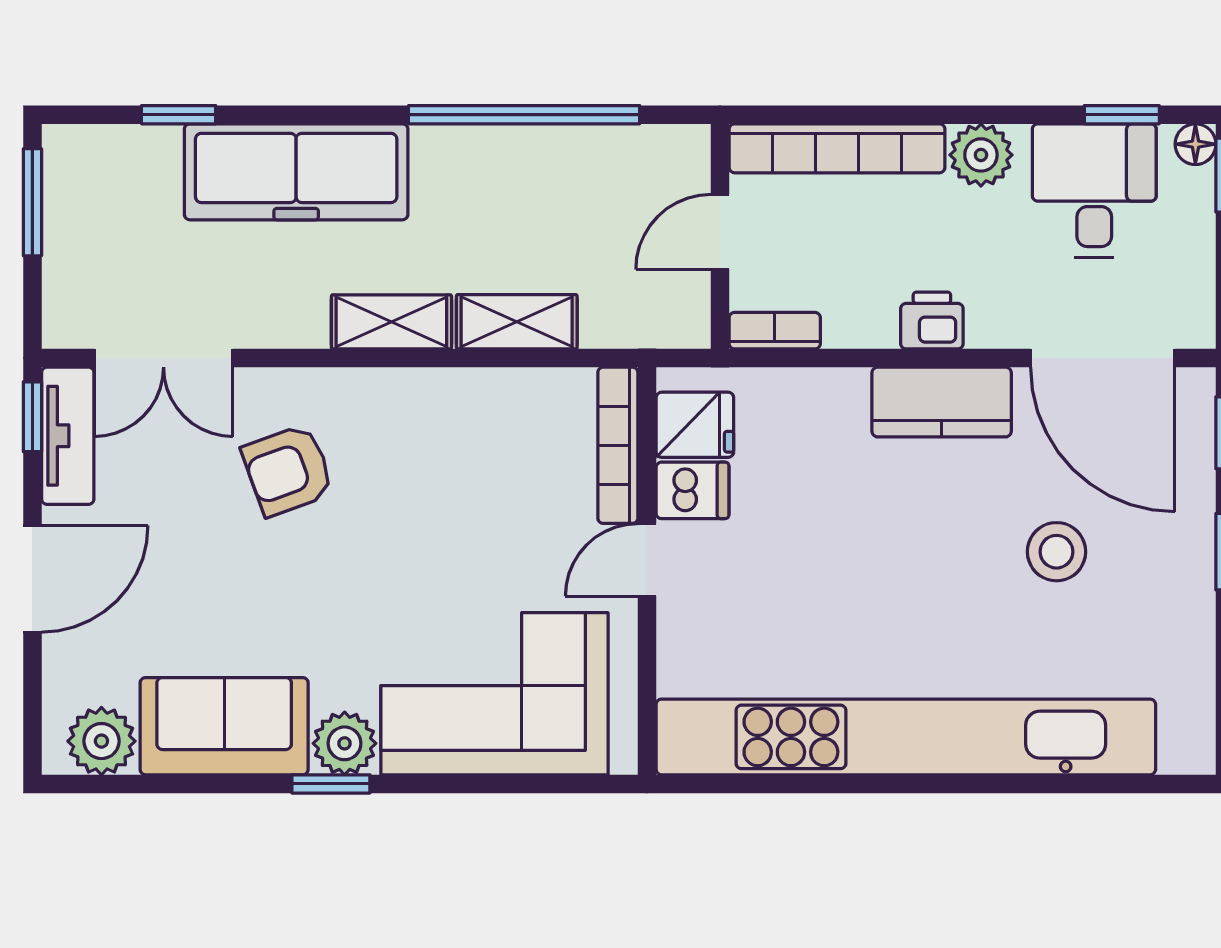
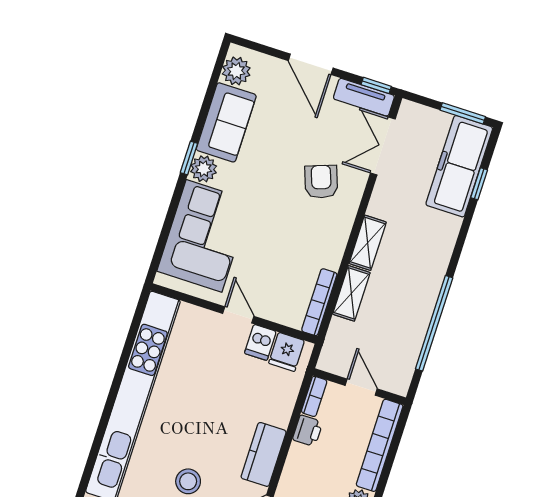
freezer: (296, 172) -> (459, 166), moved
printer: (932, 320) -> (308, 431), moved
bookcase: (618, 445) -> (319, 302), moved, turned -90

